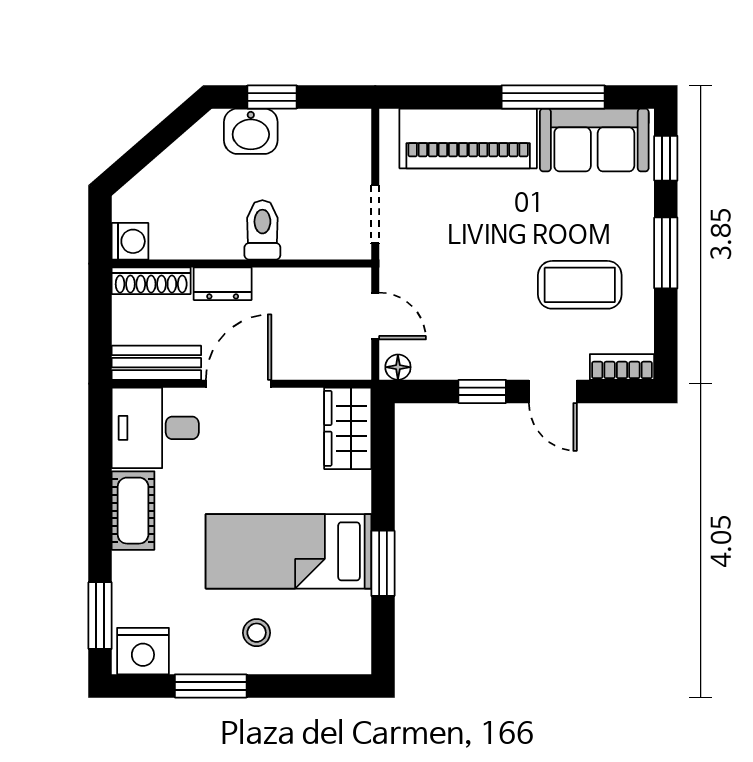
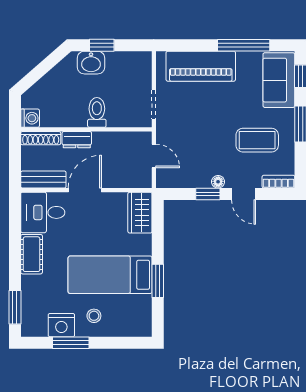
sofa: (594, 140) -> (279, 80), moved, turned 90
floor lamp: (398, 367) -> (218, 182), moved
nightstand: (143, 651) -> (61, 325), moved

